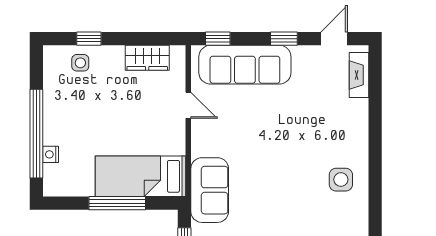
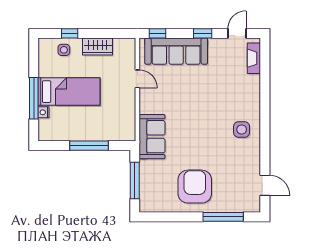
wardrobe: (147, 58) -> (98, 46), moved
window: (36, 134) -> (34, 98), width x0.68
bed: (140, 176) -> (69, 92), moved, turned 180

